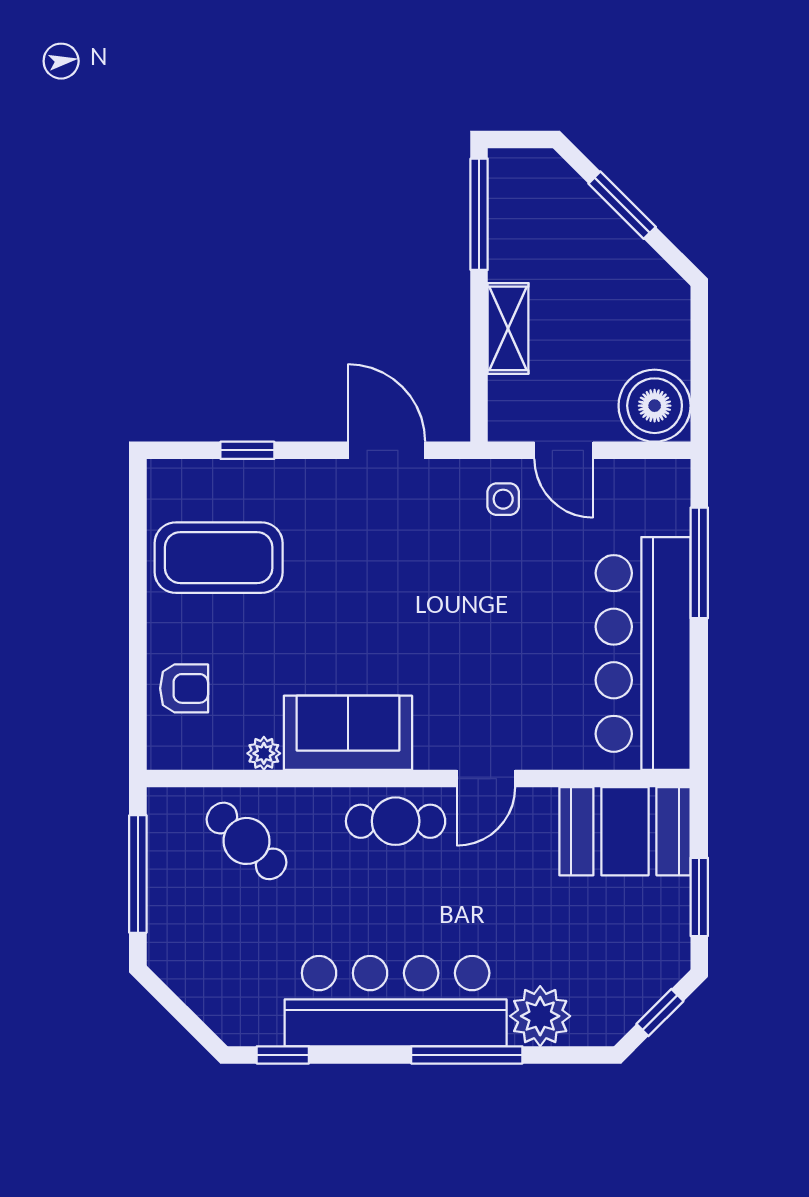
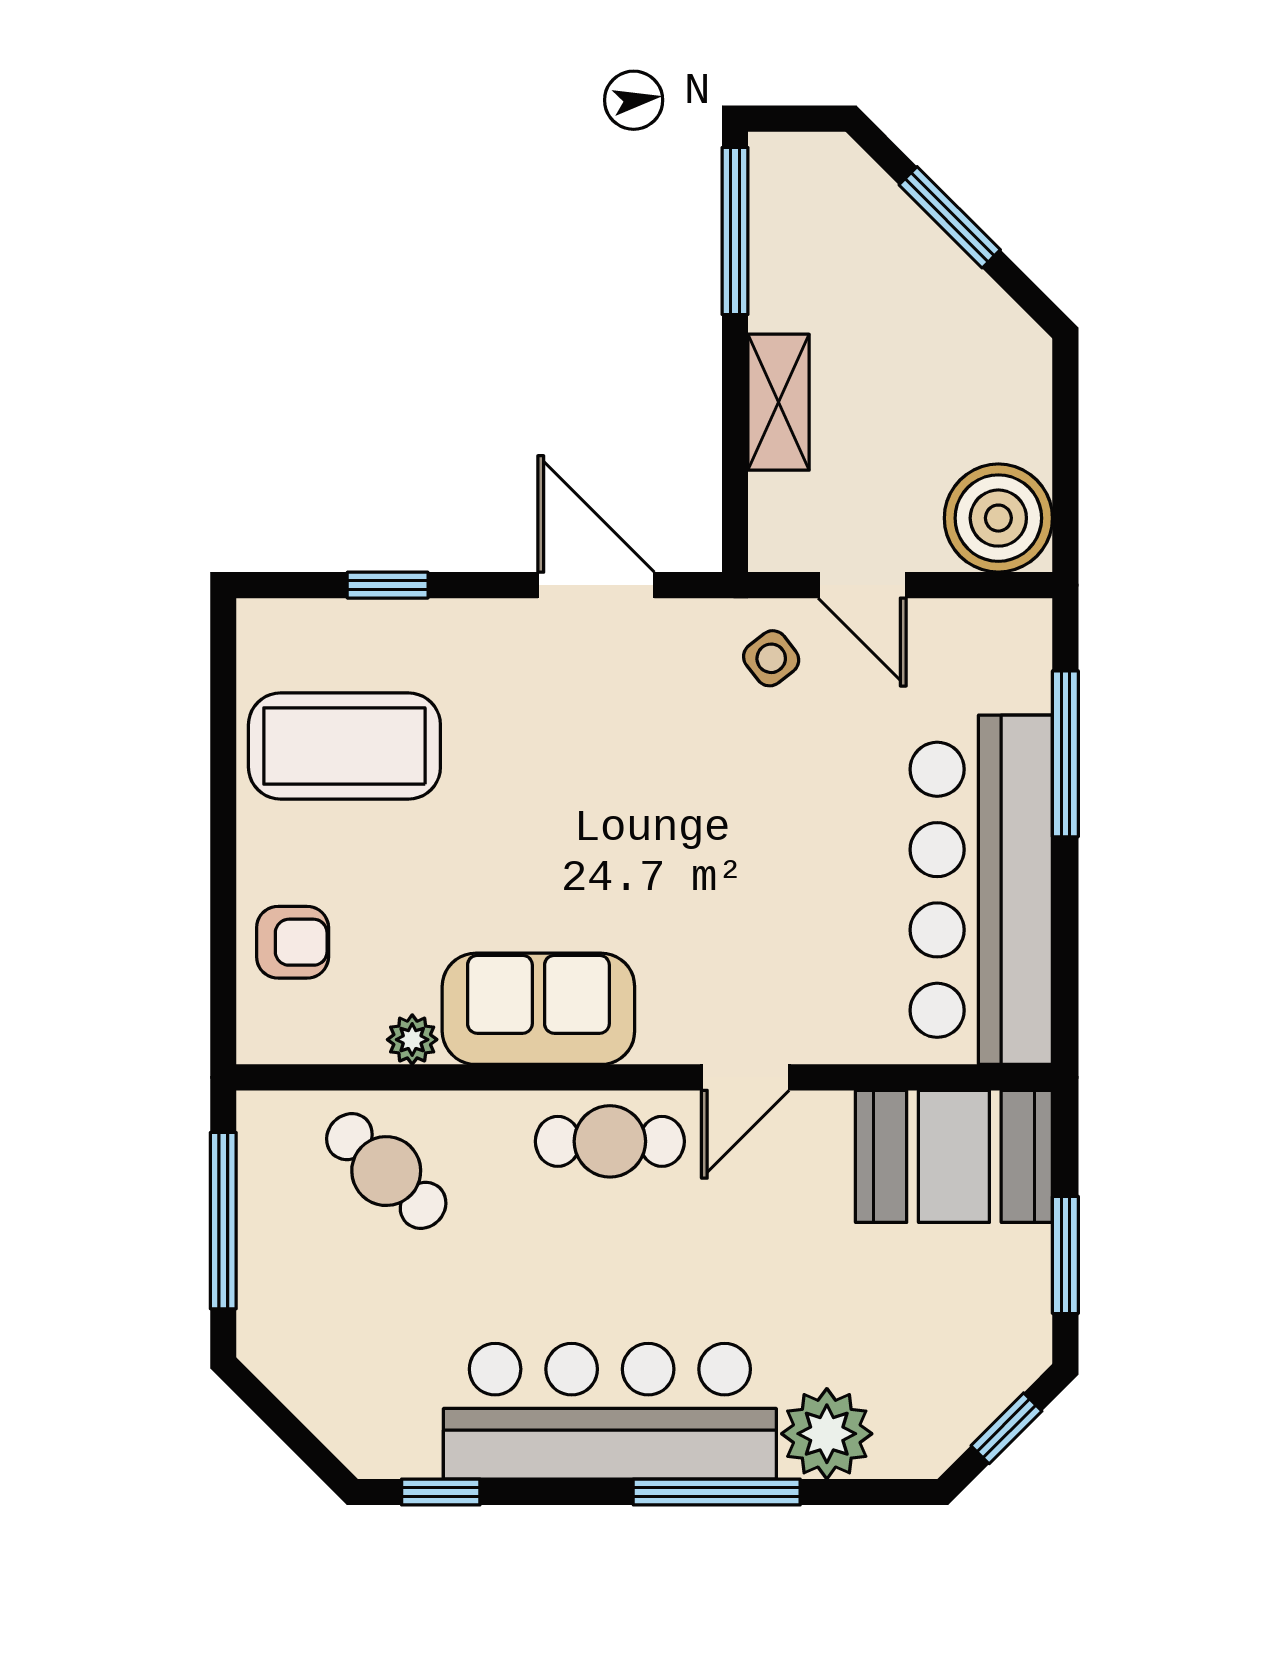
side table: (503, 499) -> (771, 658), turned -38

